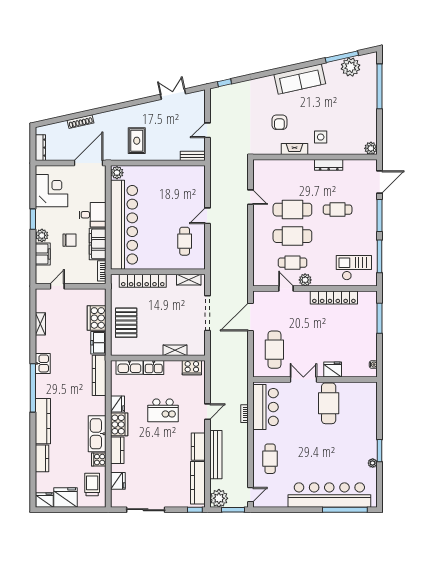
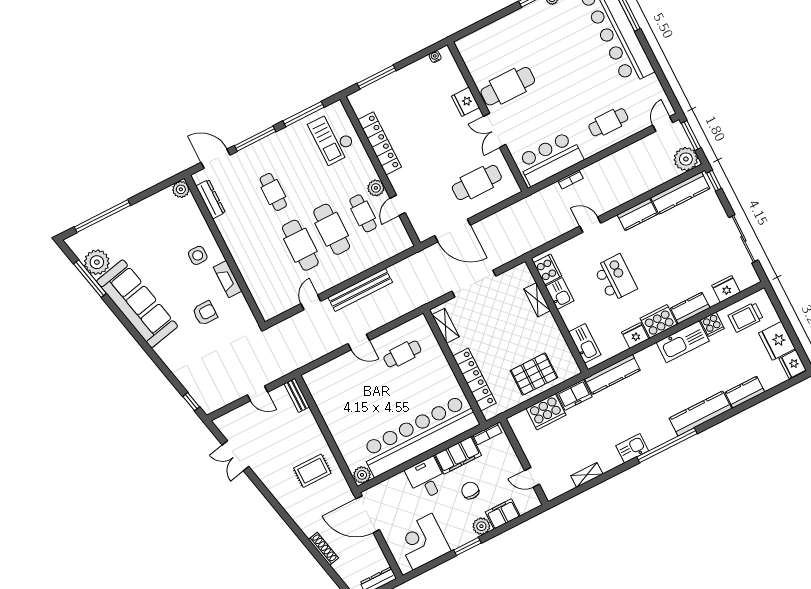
sofa: (300, 79) -> (137, 304), width x1.36, depth x1.27
dresser: (329, 165) -> (211, 199), moved
kitchen sink: (154, 368) -> (560, 294), moved
bench: (216, 455) -> (360, 290), moved
door: (250, 495) -> (663, 124), hinge flipped

